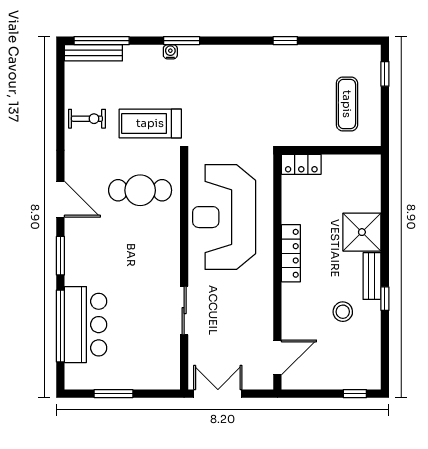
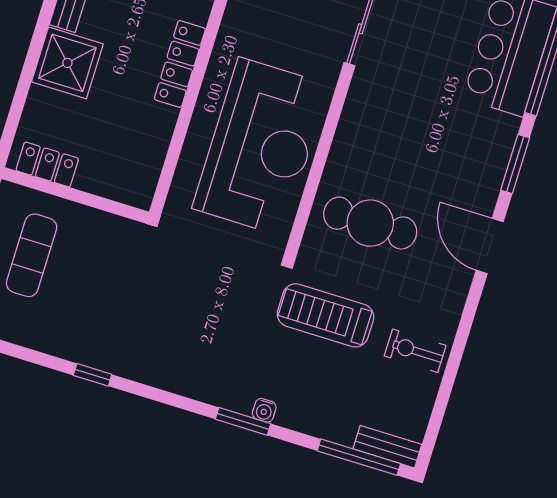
bench: (93, 53) -> (387, 447), width x0.73
treadmill: (150, 123) -> (326, 315), turned 180
locker: (301, 164) -> (47, 164), moved

